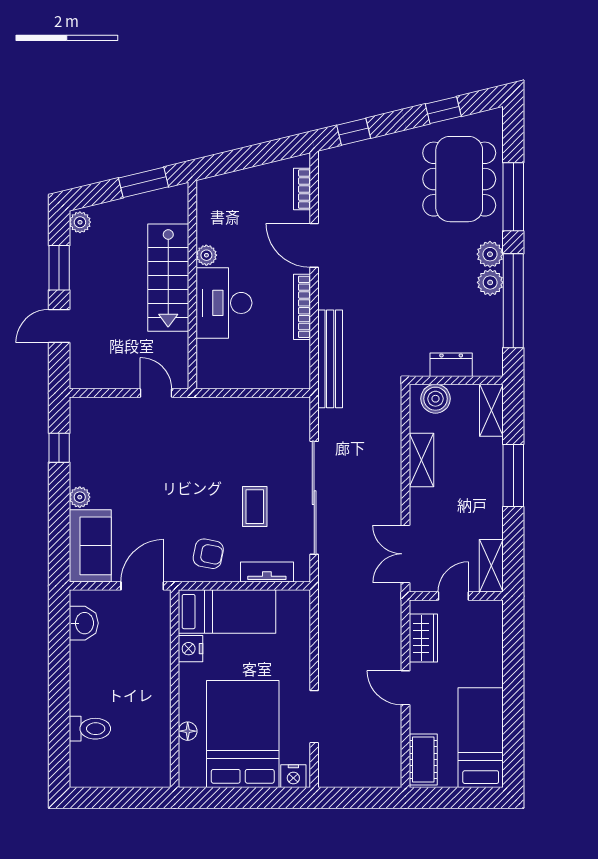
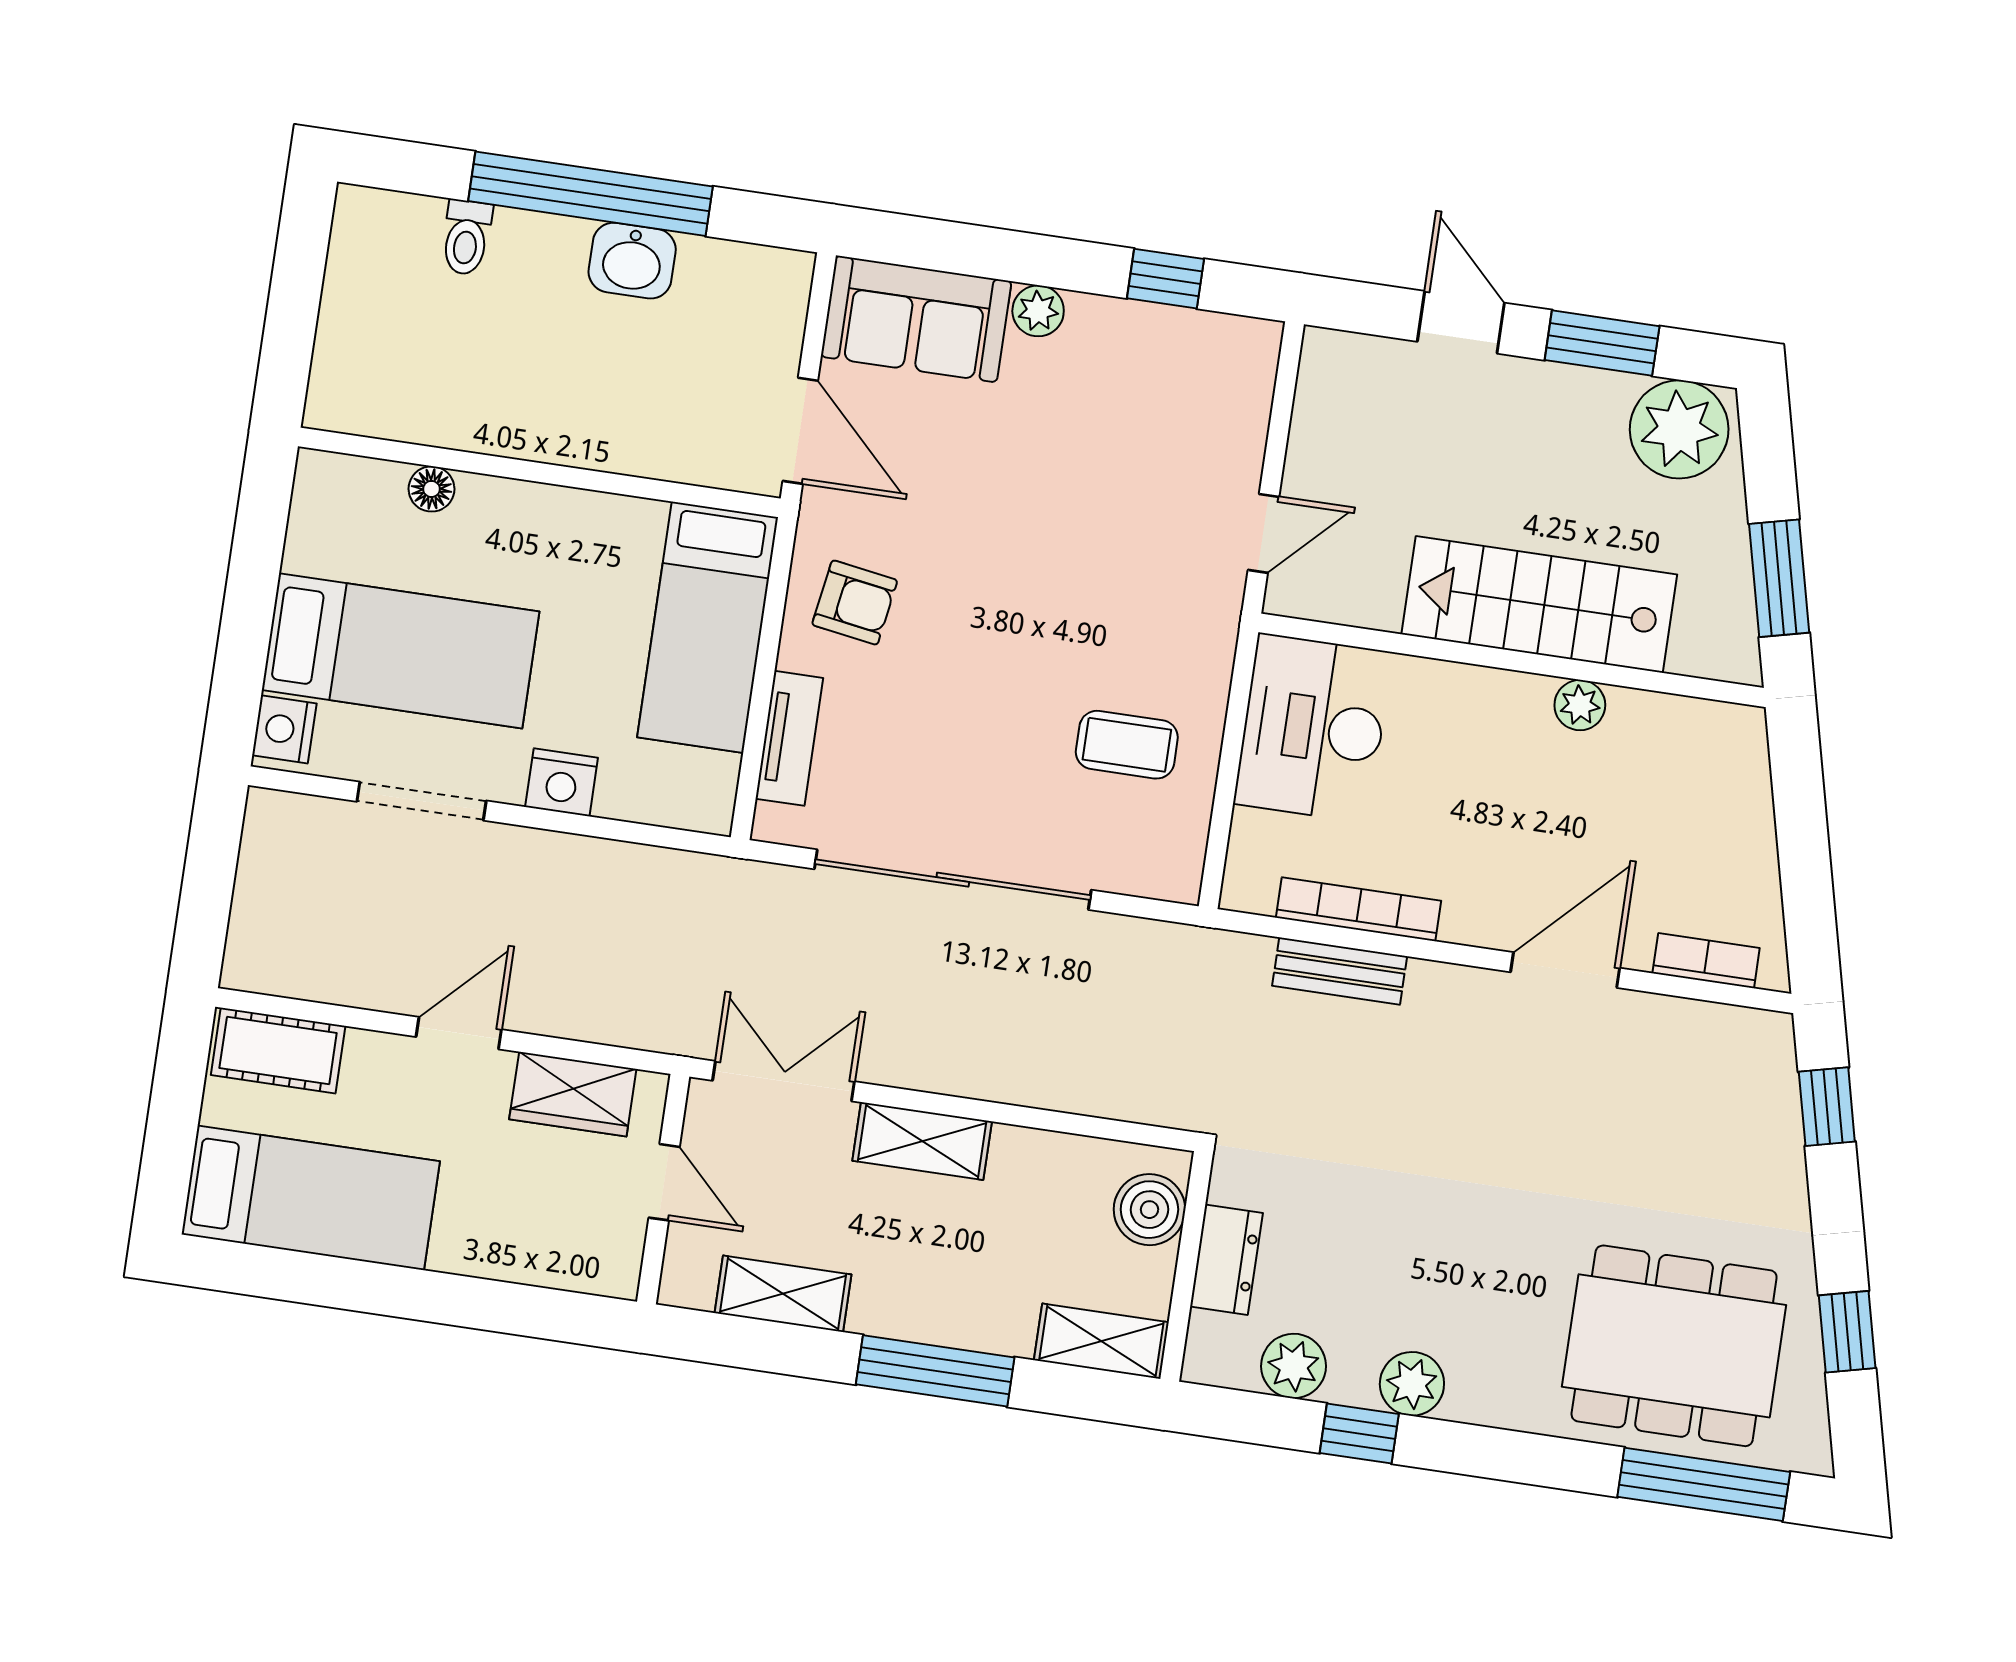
window: (513, 197) -> (1704, 1484), moved
plant: (80, 222) -> (1679, 429), width x1.88, depth x1.88
plant: (490, 254) -> (1294, 1366), moved
window: (513, 301) -> (1359, 1434), width x0.32
desk: (224, 303) -> (1313, 728), moved, turned -90
bookcase: (302, 307) -> (1359, 909), moved
bench: (330, 359) -> (1340, 971), width x0.54, depth x0.82
shelving: (421, 460) -> (922, 1141), moved
coffee table: (255, 507) -> (1127, 745), moved
armchair: (208, 554) -> (855, 603), turned -92
shelving: (491, 566) -> (783, 1294), moved
washbasin: (84, 623) -> (632, 261), moved
nightstand: (191, 649) -> (562, 782), moved, turned 180
window: (59, 685) -> (591, 194), added
toilet: (90, 729) -> (466, 237), width x0.73, depth x0.72
bed: (243, 734) -> (401, 651), width x0.67

